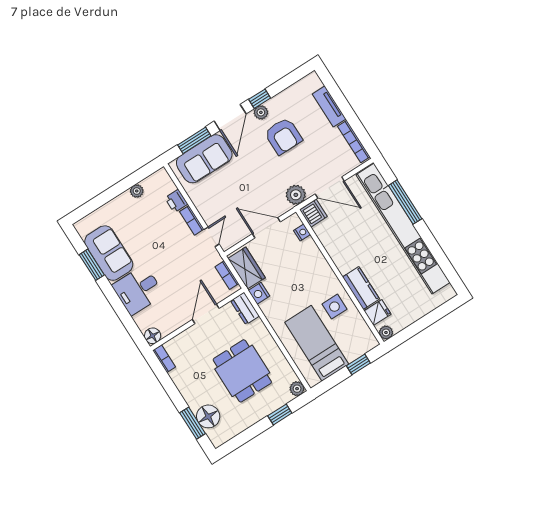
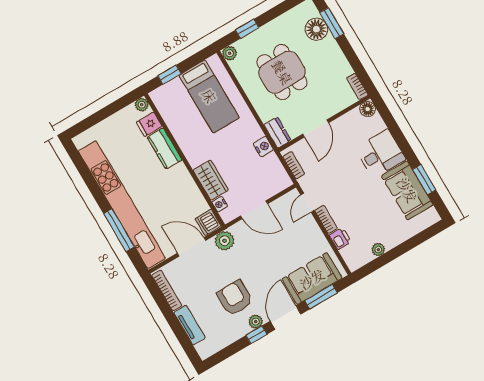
wardrobe: (246, 268) -> (211, 180), moved, turned 180
side table: (334, 307) -> (191, 131), removed

